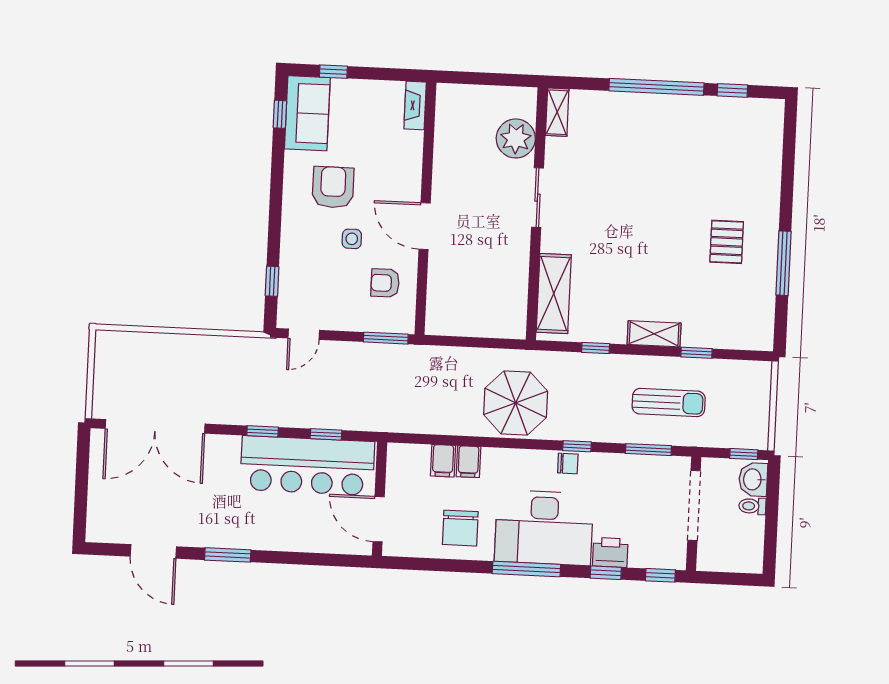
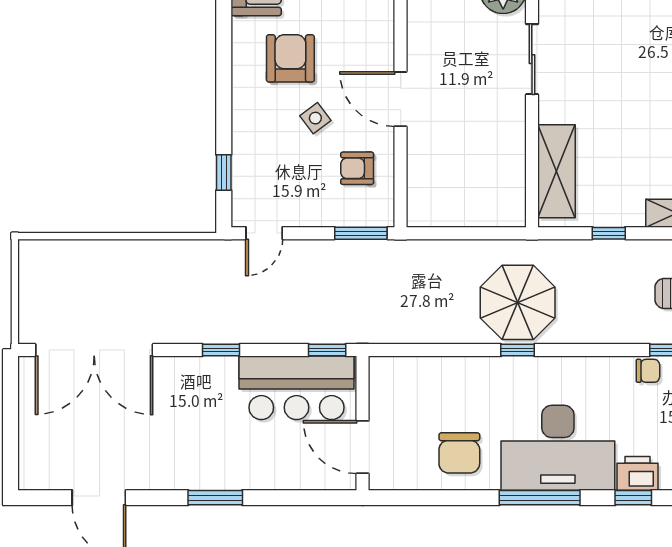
side table: (352, 239) -> (315, 118), turned -37
window: (326, 434) -> (327, 350), moved
window: (577, 446) -> (518, 350), moved
filing cabinet: (443, 461) -> (435, 375), removed
filing cabinet: (468, 462) -> (465, 374), removed
chair: (568, 463) -> (648, 371), moved
bar counter: (307, 466) -> (297, 388), width x0.73
window: (228, 555) -> (215, 498), moved

